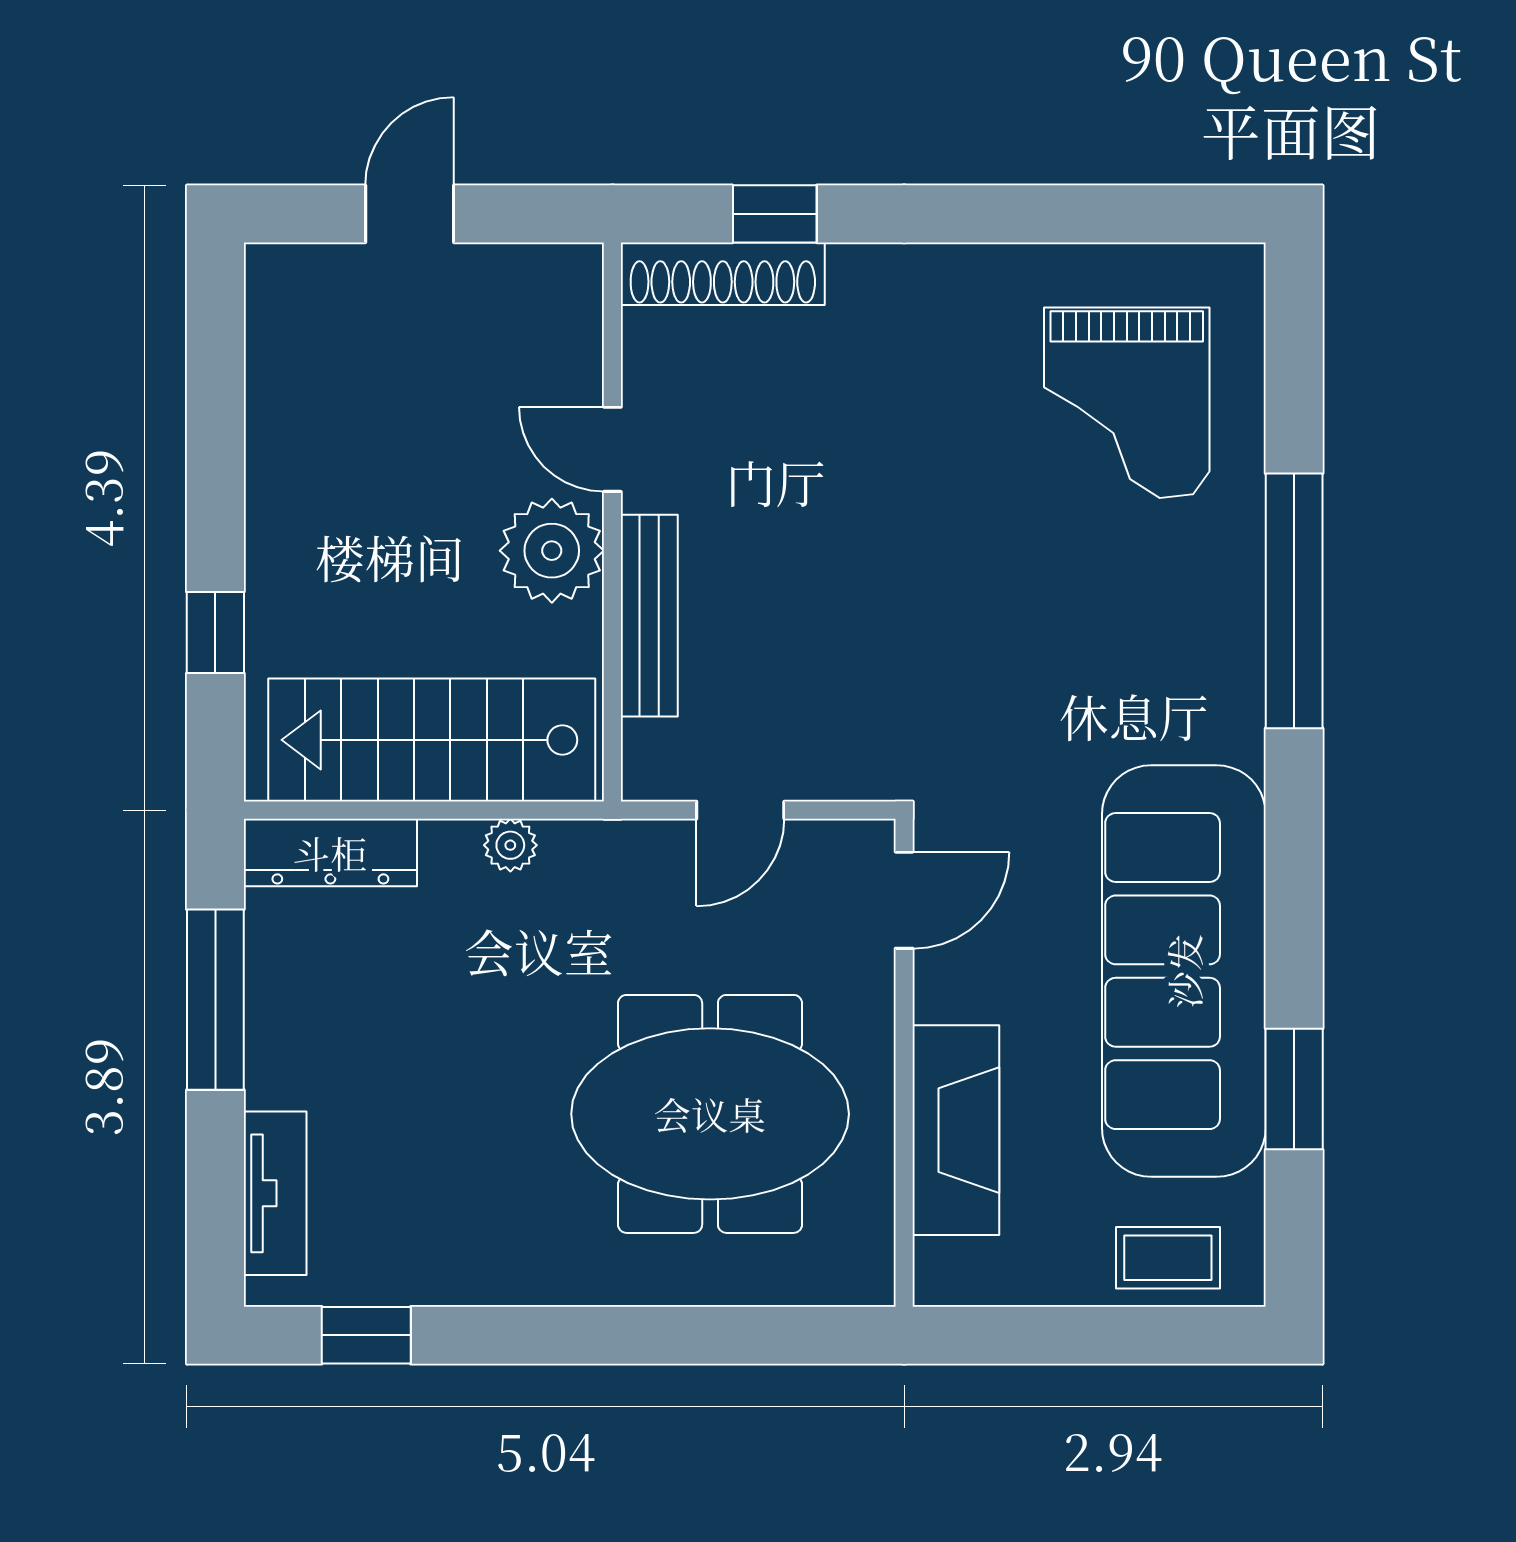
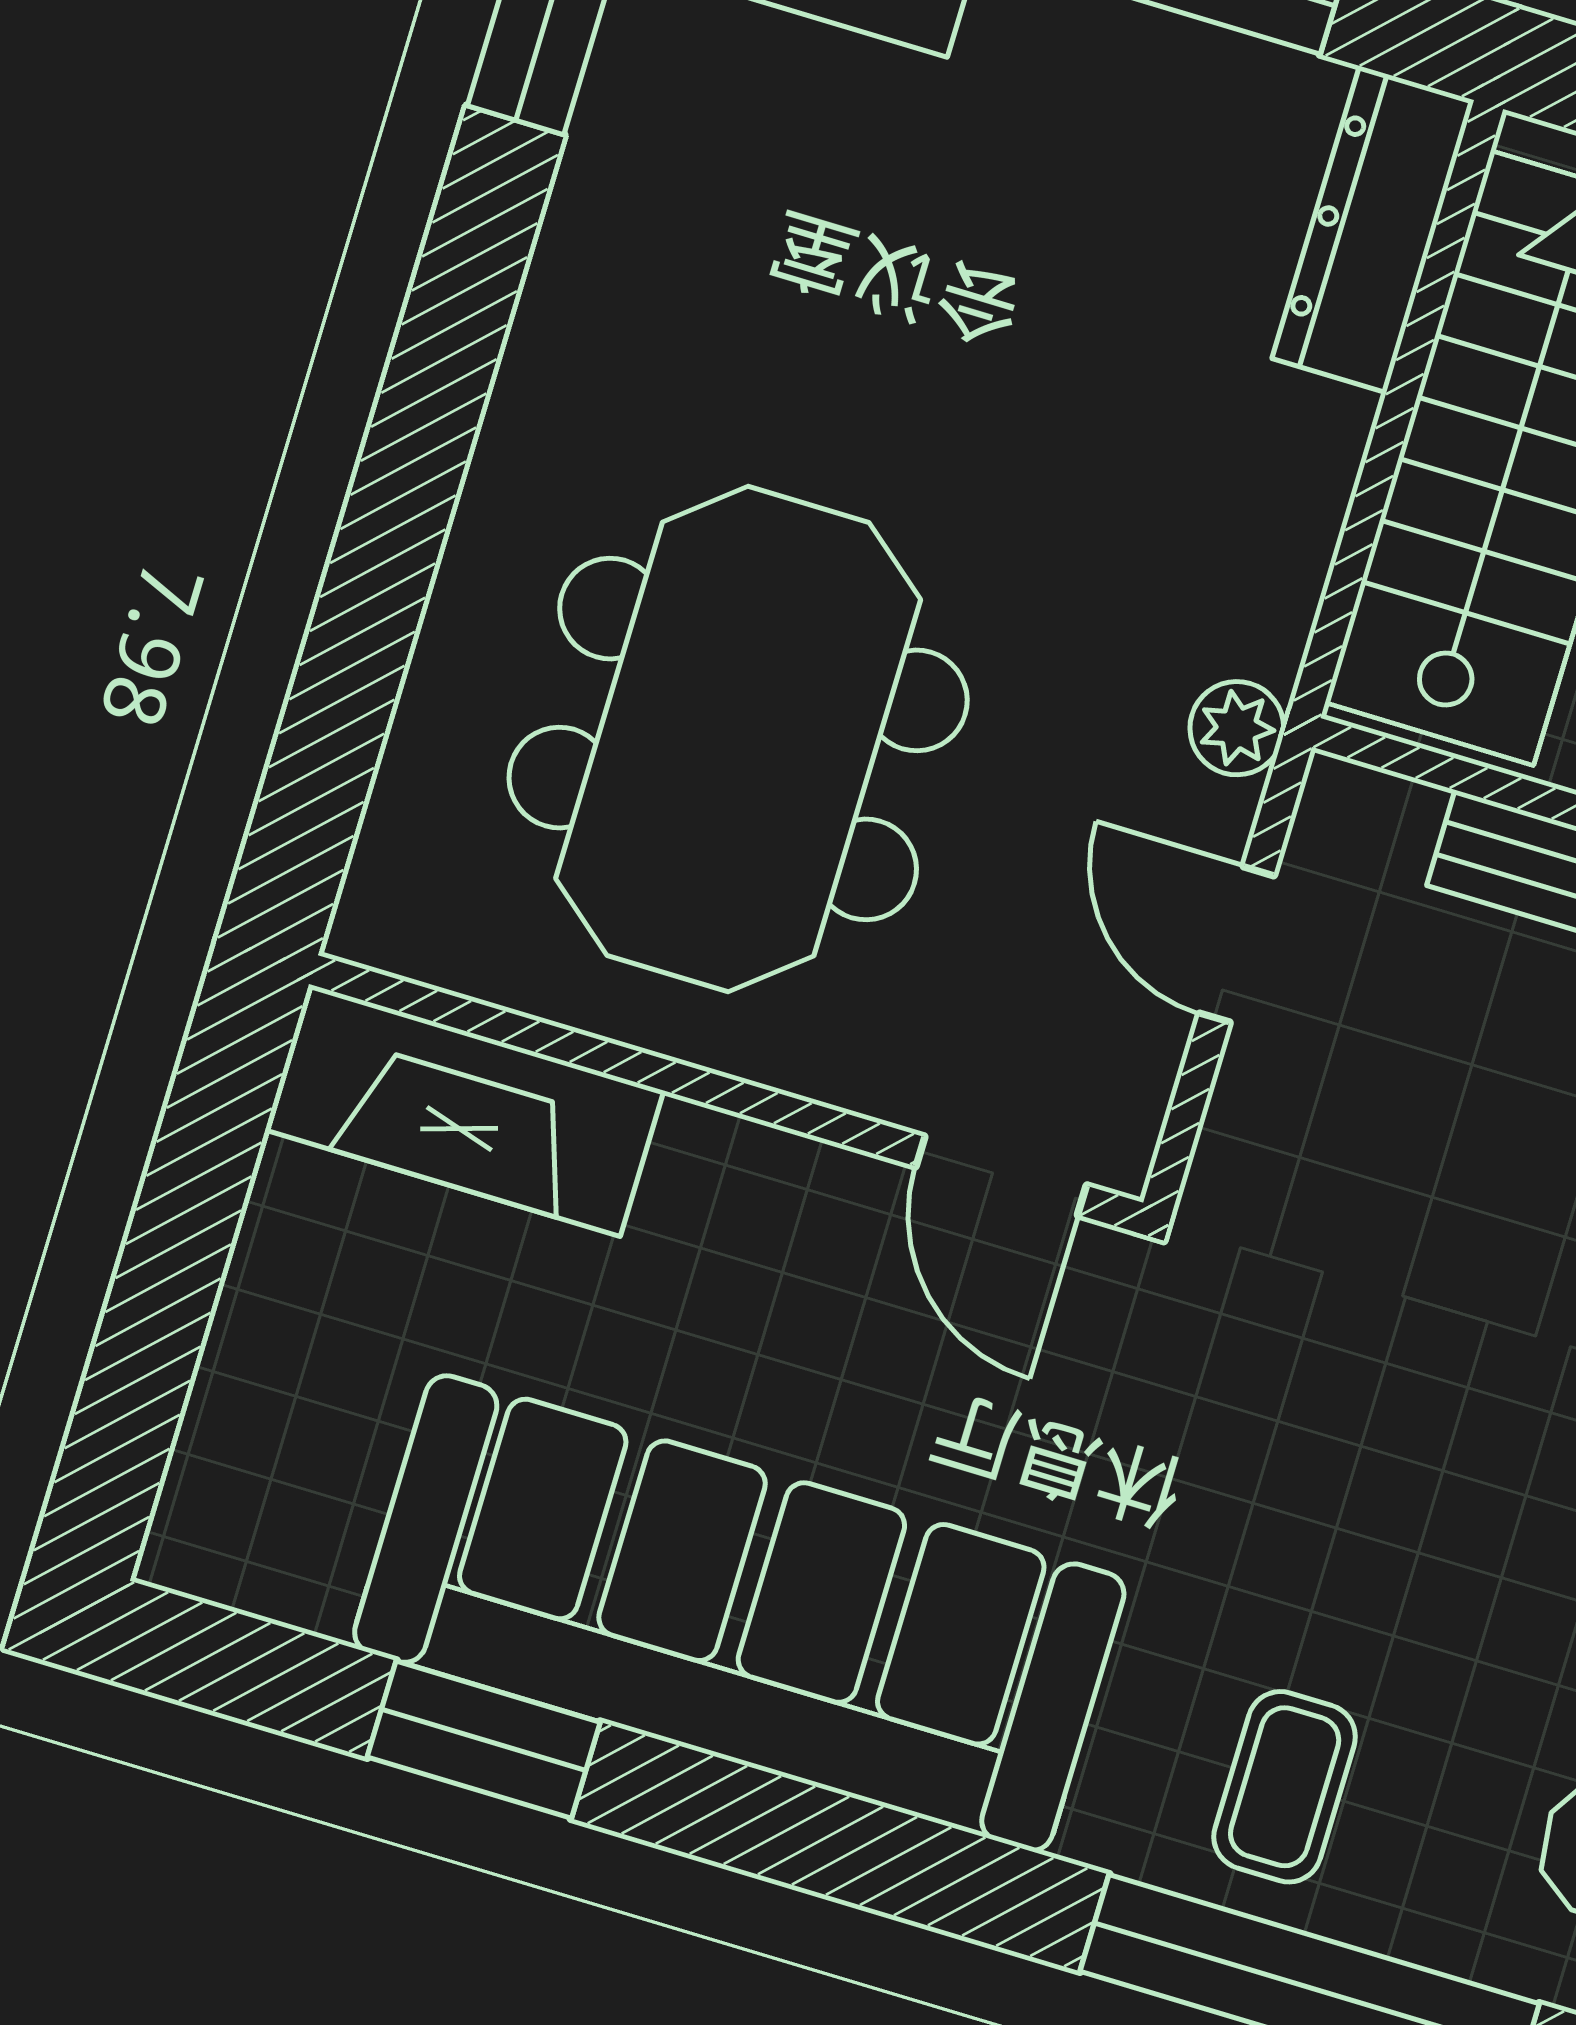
plant: (510, 845) -> (1237, 728), moved
fireplace: (956, 1130) -> (465, 1110), moved
coffee table: (1168, 1258) -> (1285, 1787), moved

